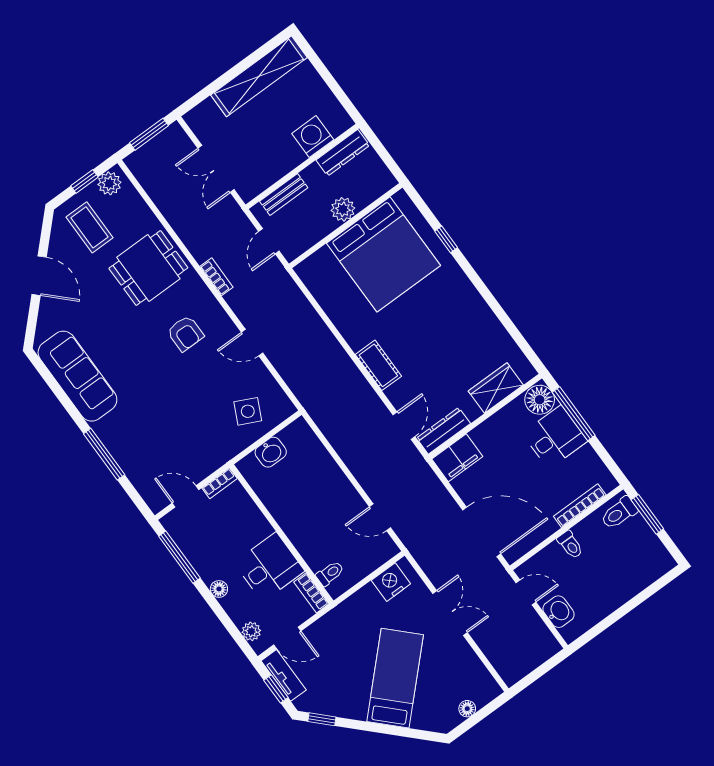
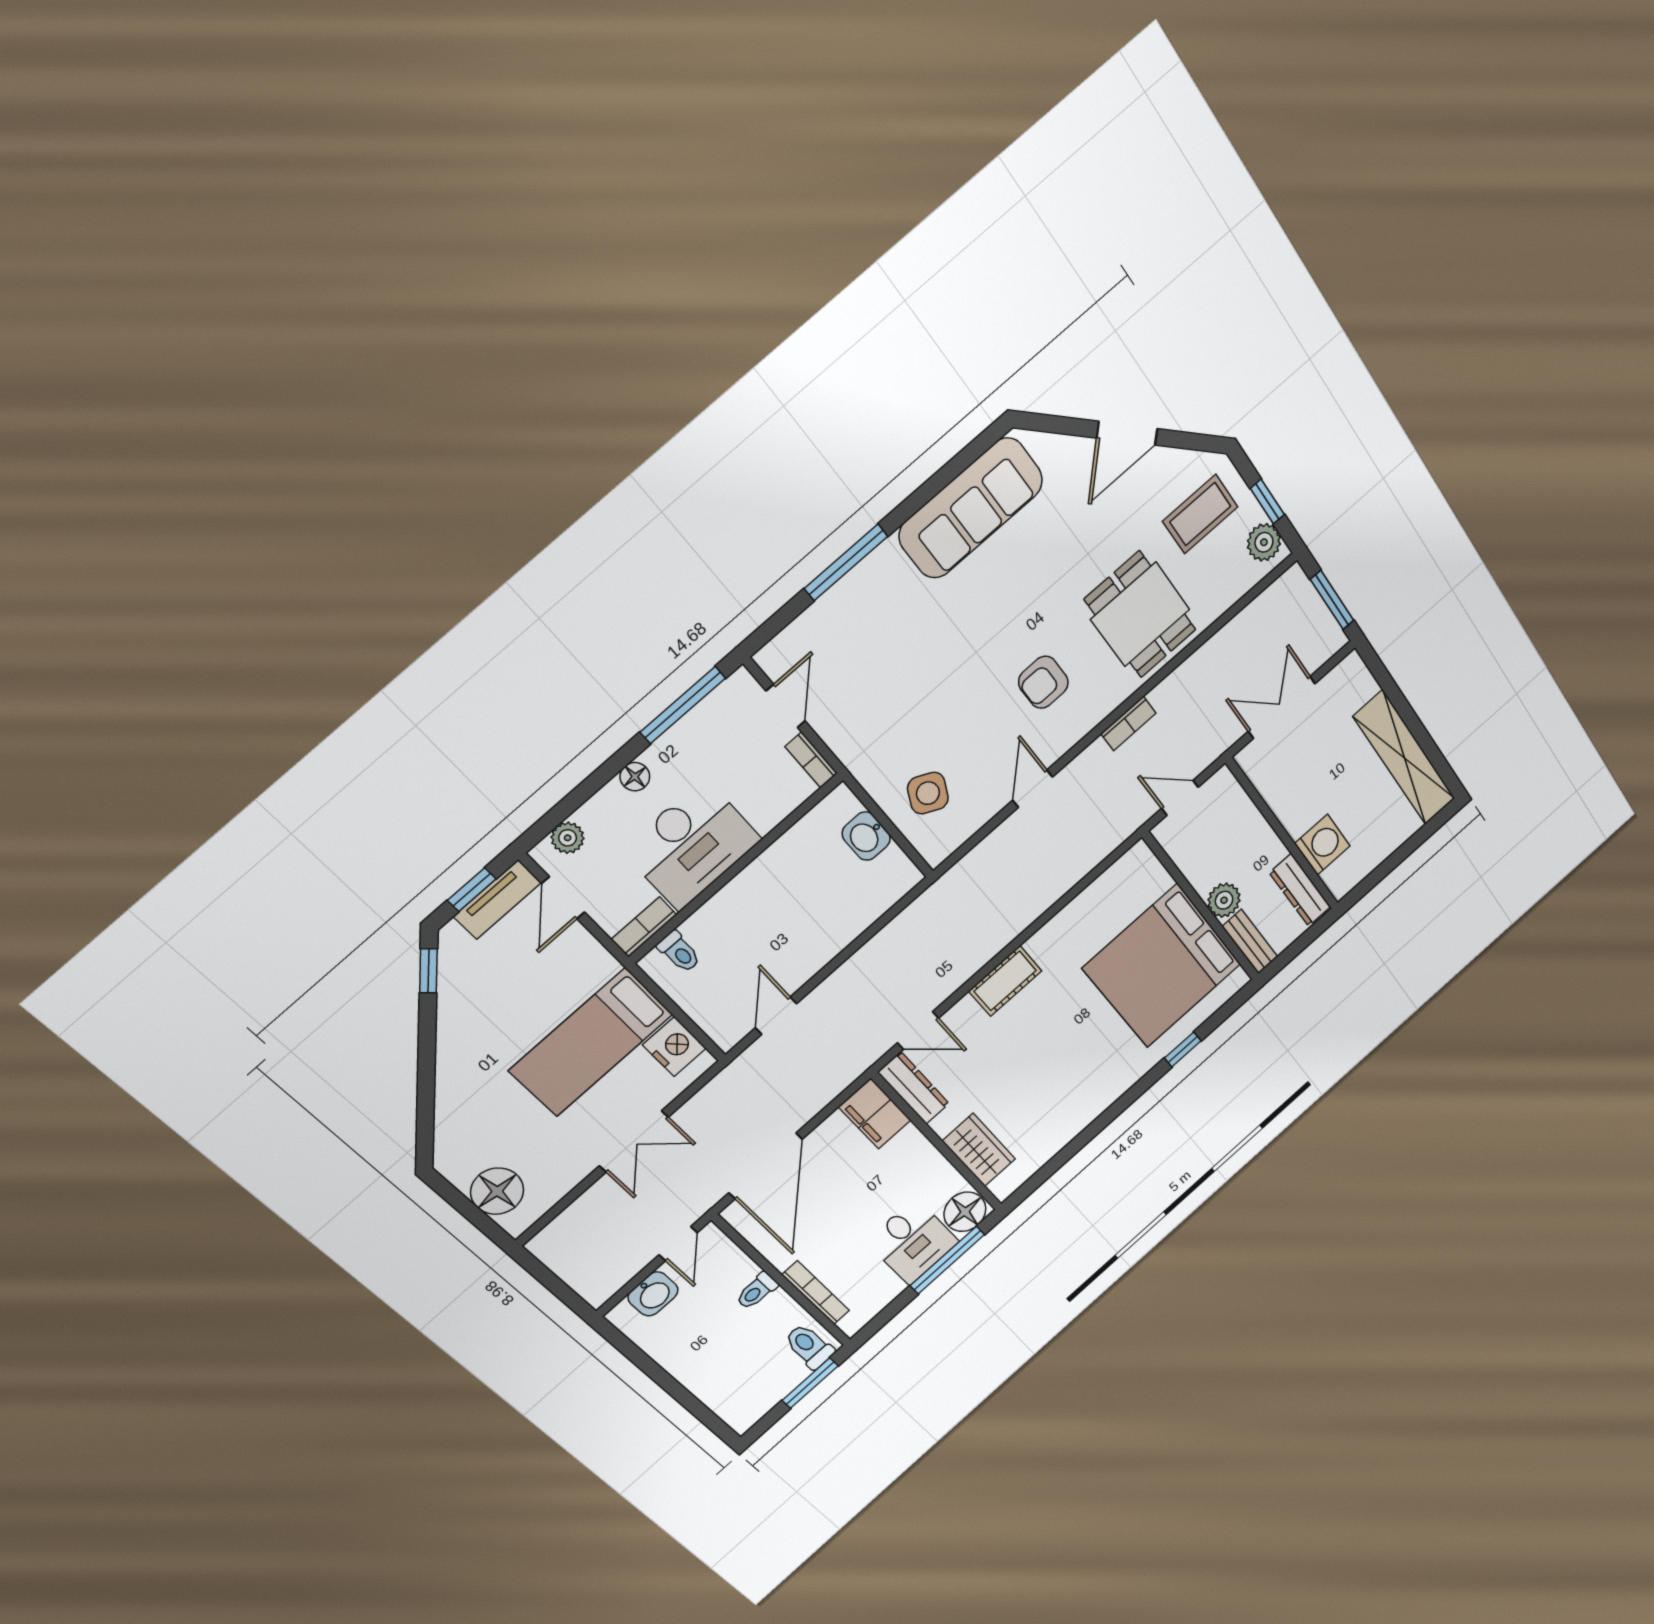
bench: (284, 195) -> (1250, 942), moved
desk: (269, 567) -> (692, 845), width x1.37
bed: (395, 678) -> (591, 1042), moved, turned 135
floor lamp: (467, 709) -> (497, 1191), width x1.89, depth x1.89

